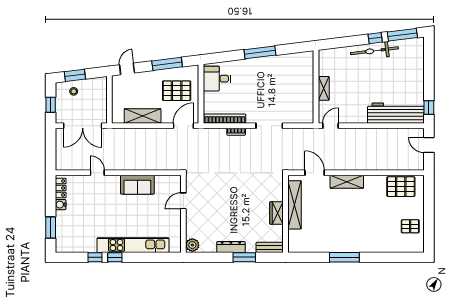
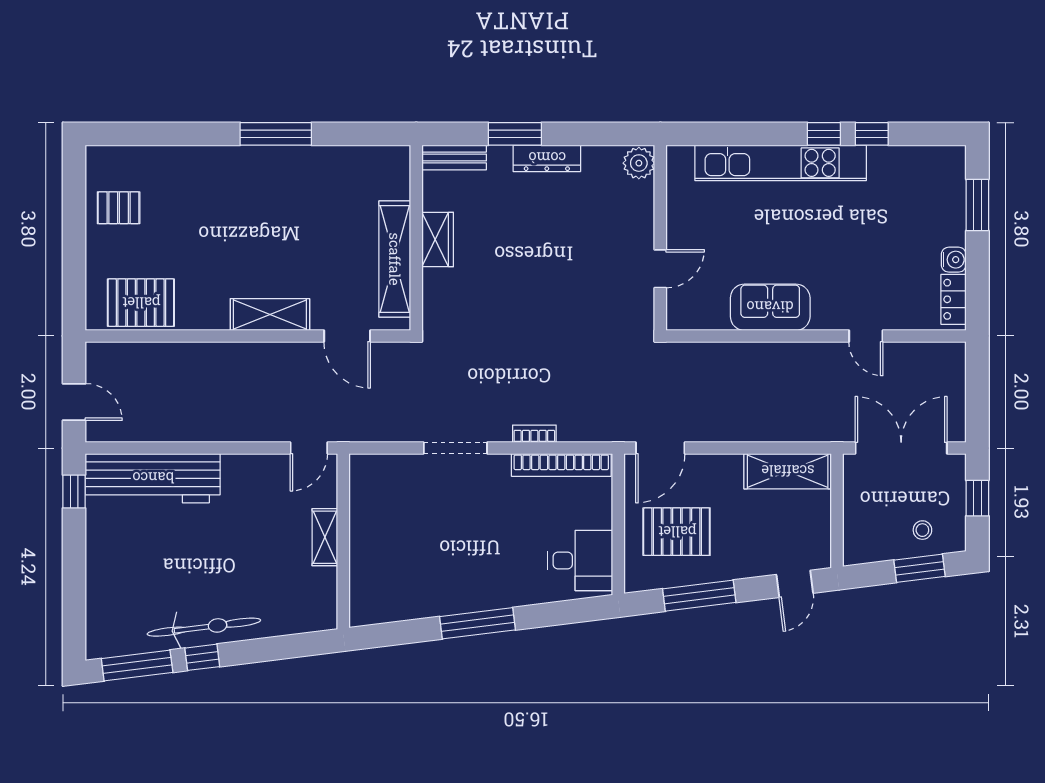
shelving: (143, 116) -> (788, 471), moved

